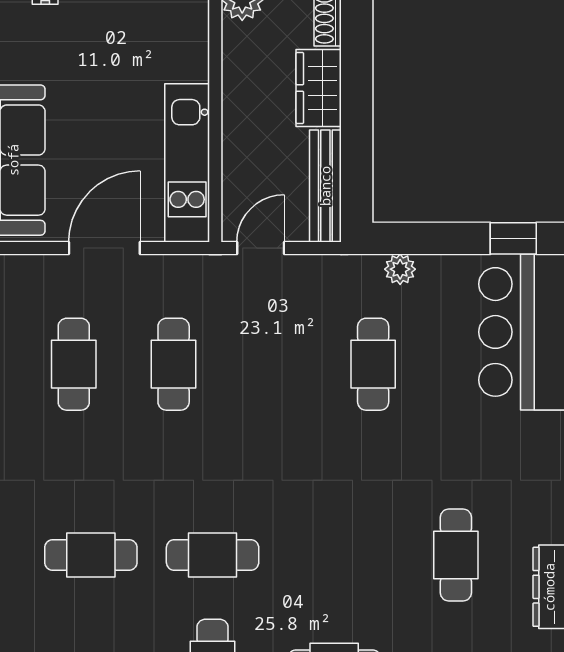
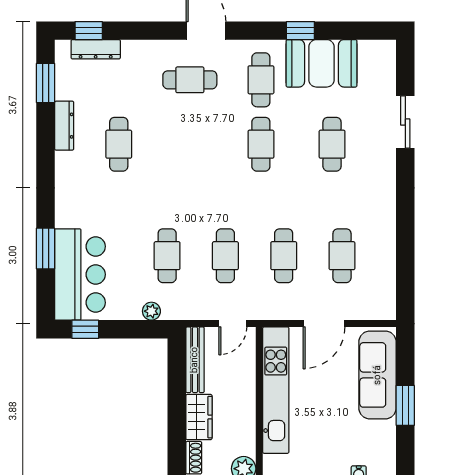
kitchen unit: (187, 163) -> (276, 390), width x1.36
cafe table: (273, 364) -> (225, 256), added
cafe table: (91, 555) -> (332, 144), turned 90
cafe table: (213, 555) -> (261, 144), turned 90

